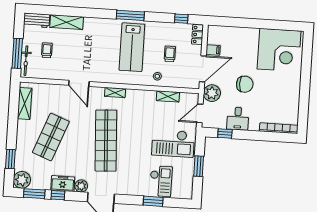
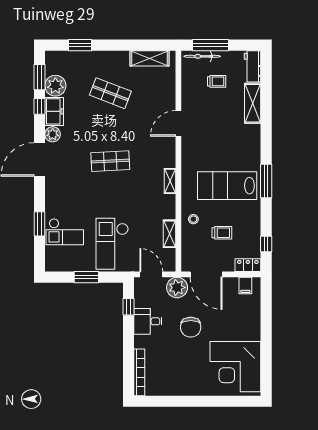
filing cabinet: (213, 50) -> (245, 286), moved
shelving: (115, 93) -> (170, 181), moved
shop shelf: (51, 137) -> (110, 93), width x0.70, depth x0.74
shop shelf: (106, 141) -> (110, 161), width x0.50, depth x0.74
plant: (22, 180) -> (55, 86), moved

